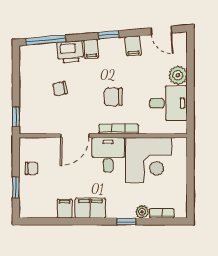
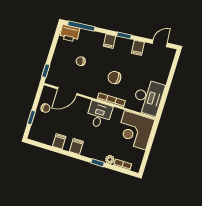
door: (161, 30) -> (160, 43), swing flipped
printer: (70, 52) -> (70, 33), moved
plant: (178, 75) -> (162, 76), removed
desk: (169, 103) -> (148, 97), width x1.37
door: (75, 136) -> (67, 91), moved
corner desk: (148, 160) -> (135, 130), moved, turned 90
filing cabinet: (90, 208) -> (76, 146), width x0.50

